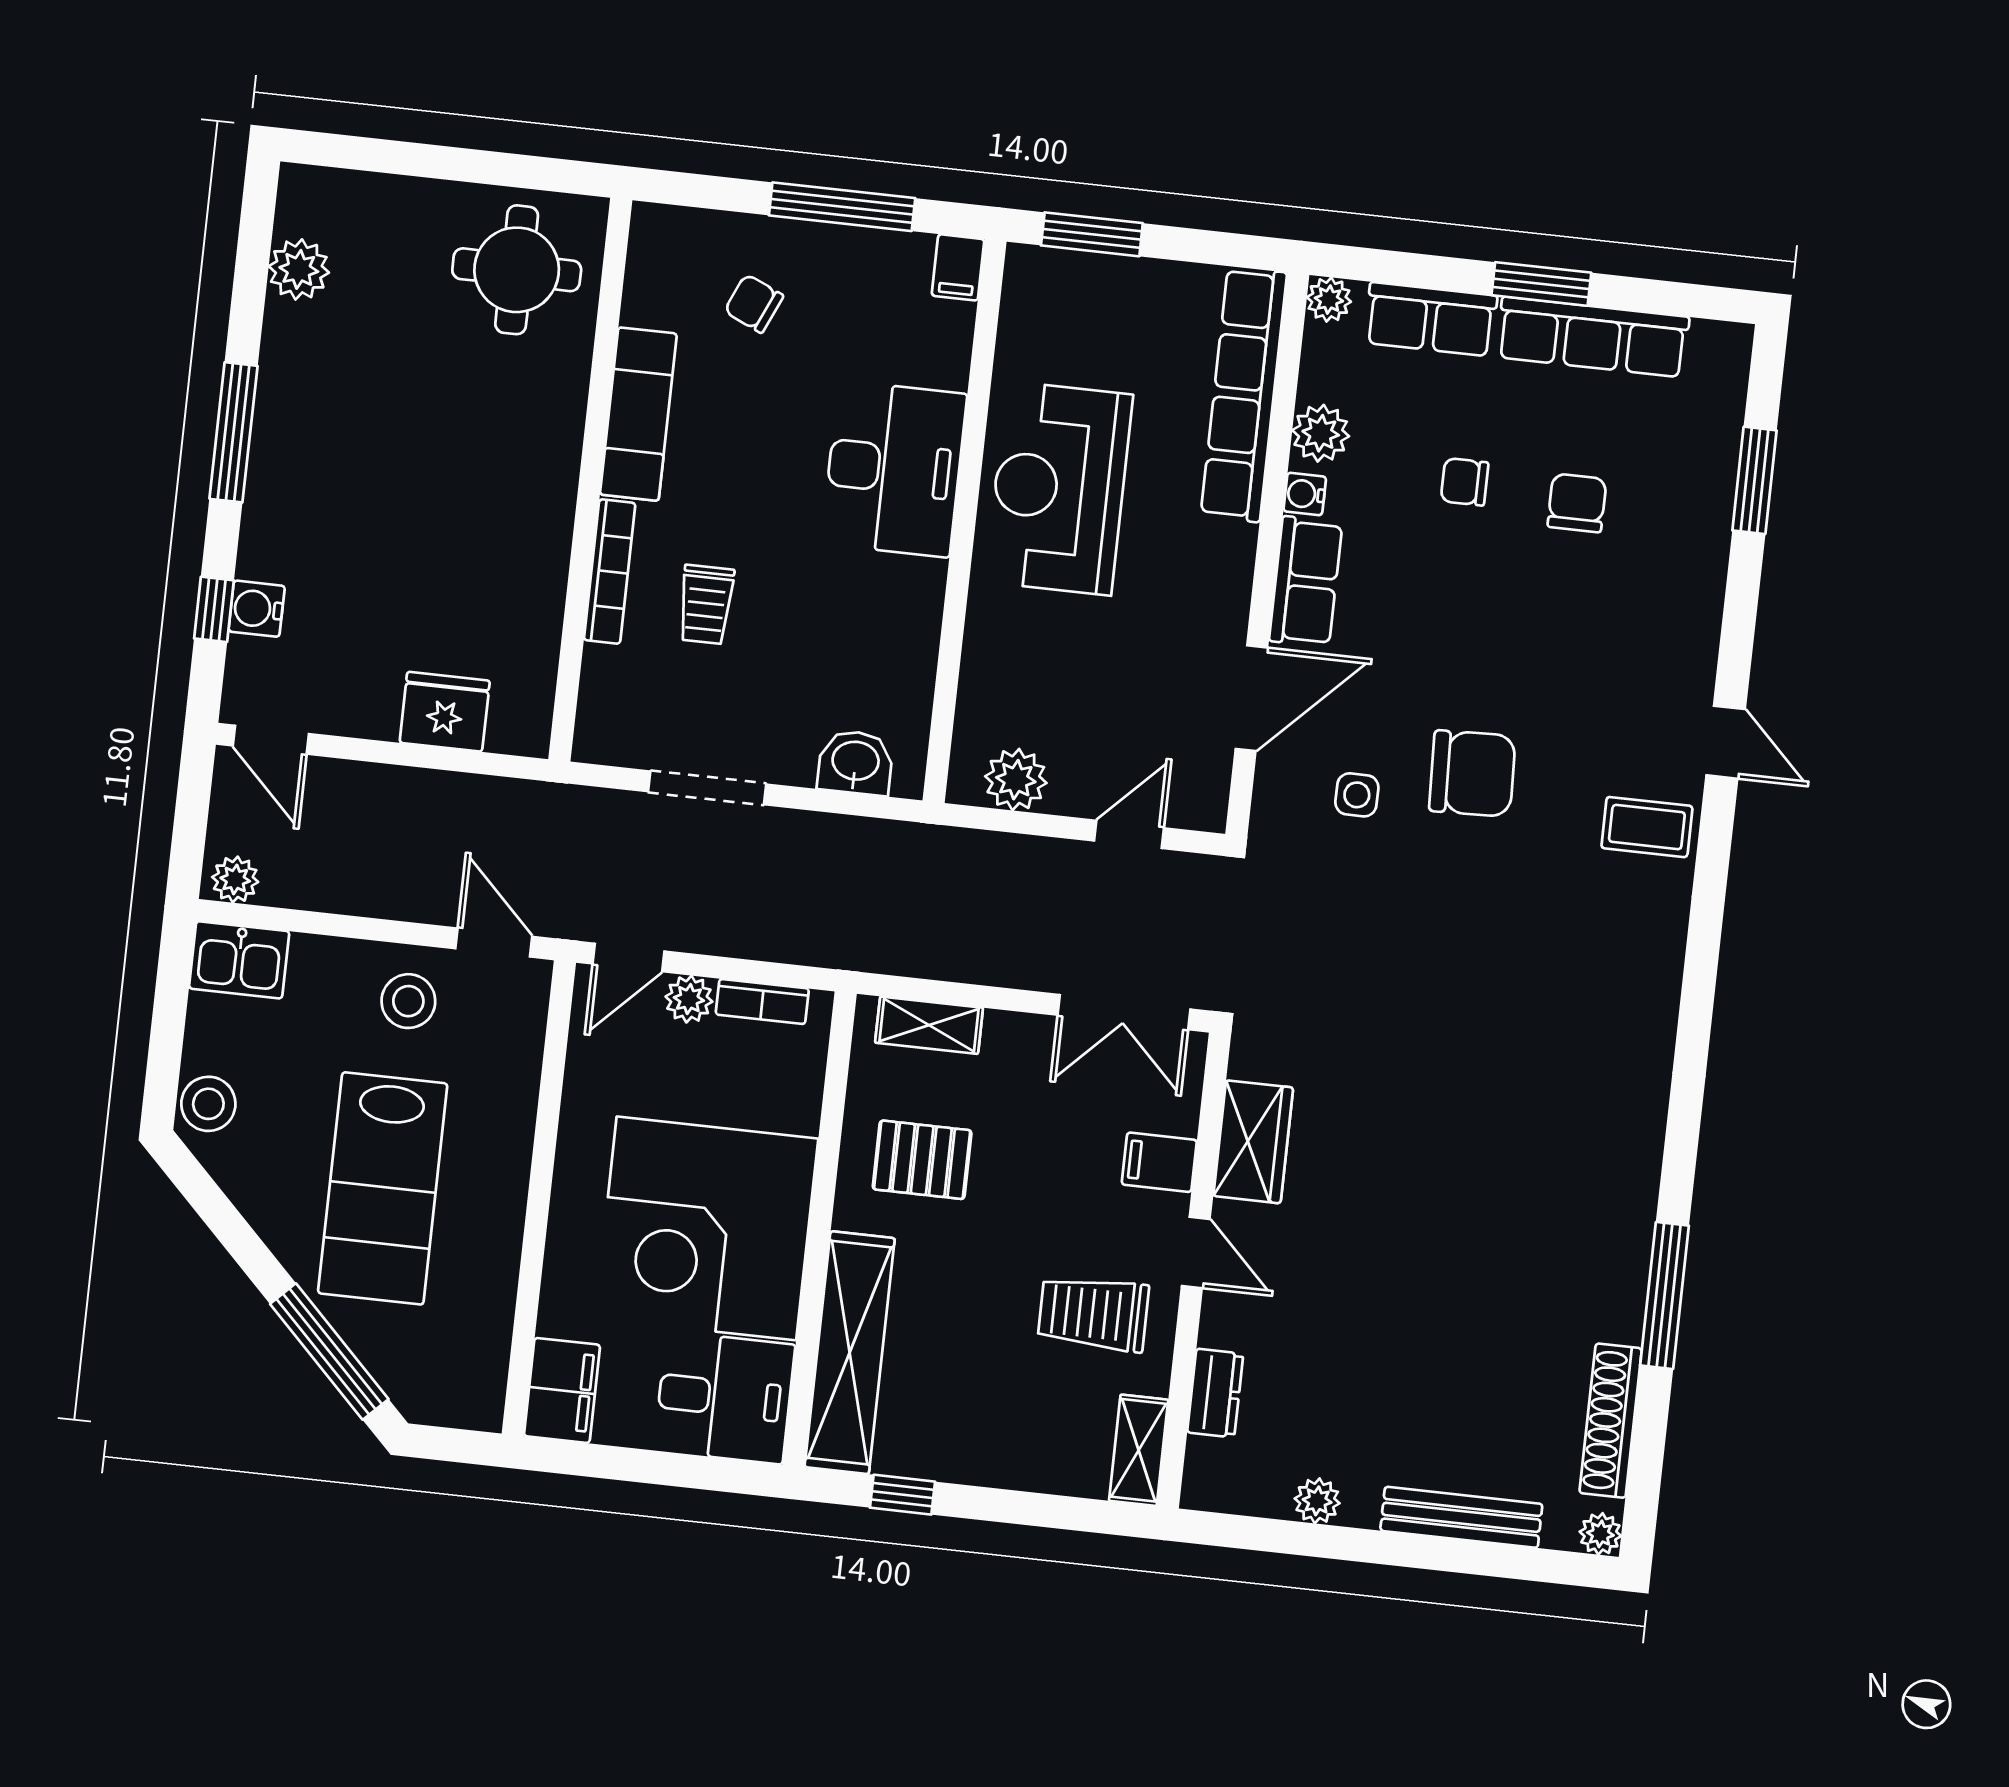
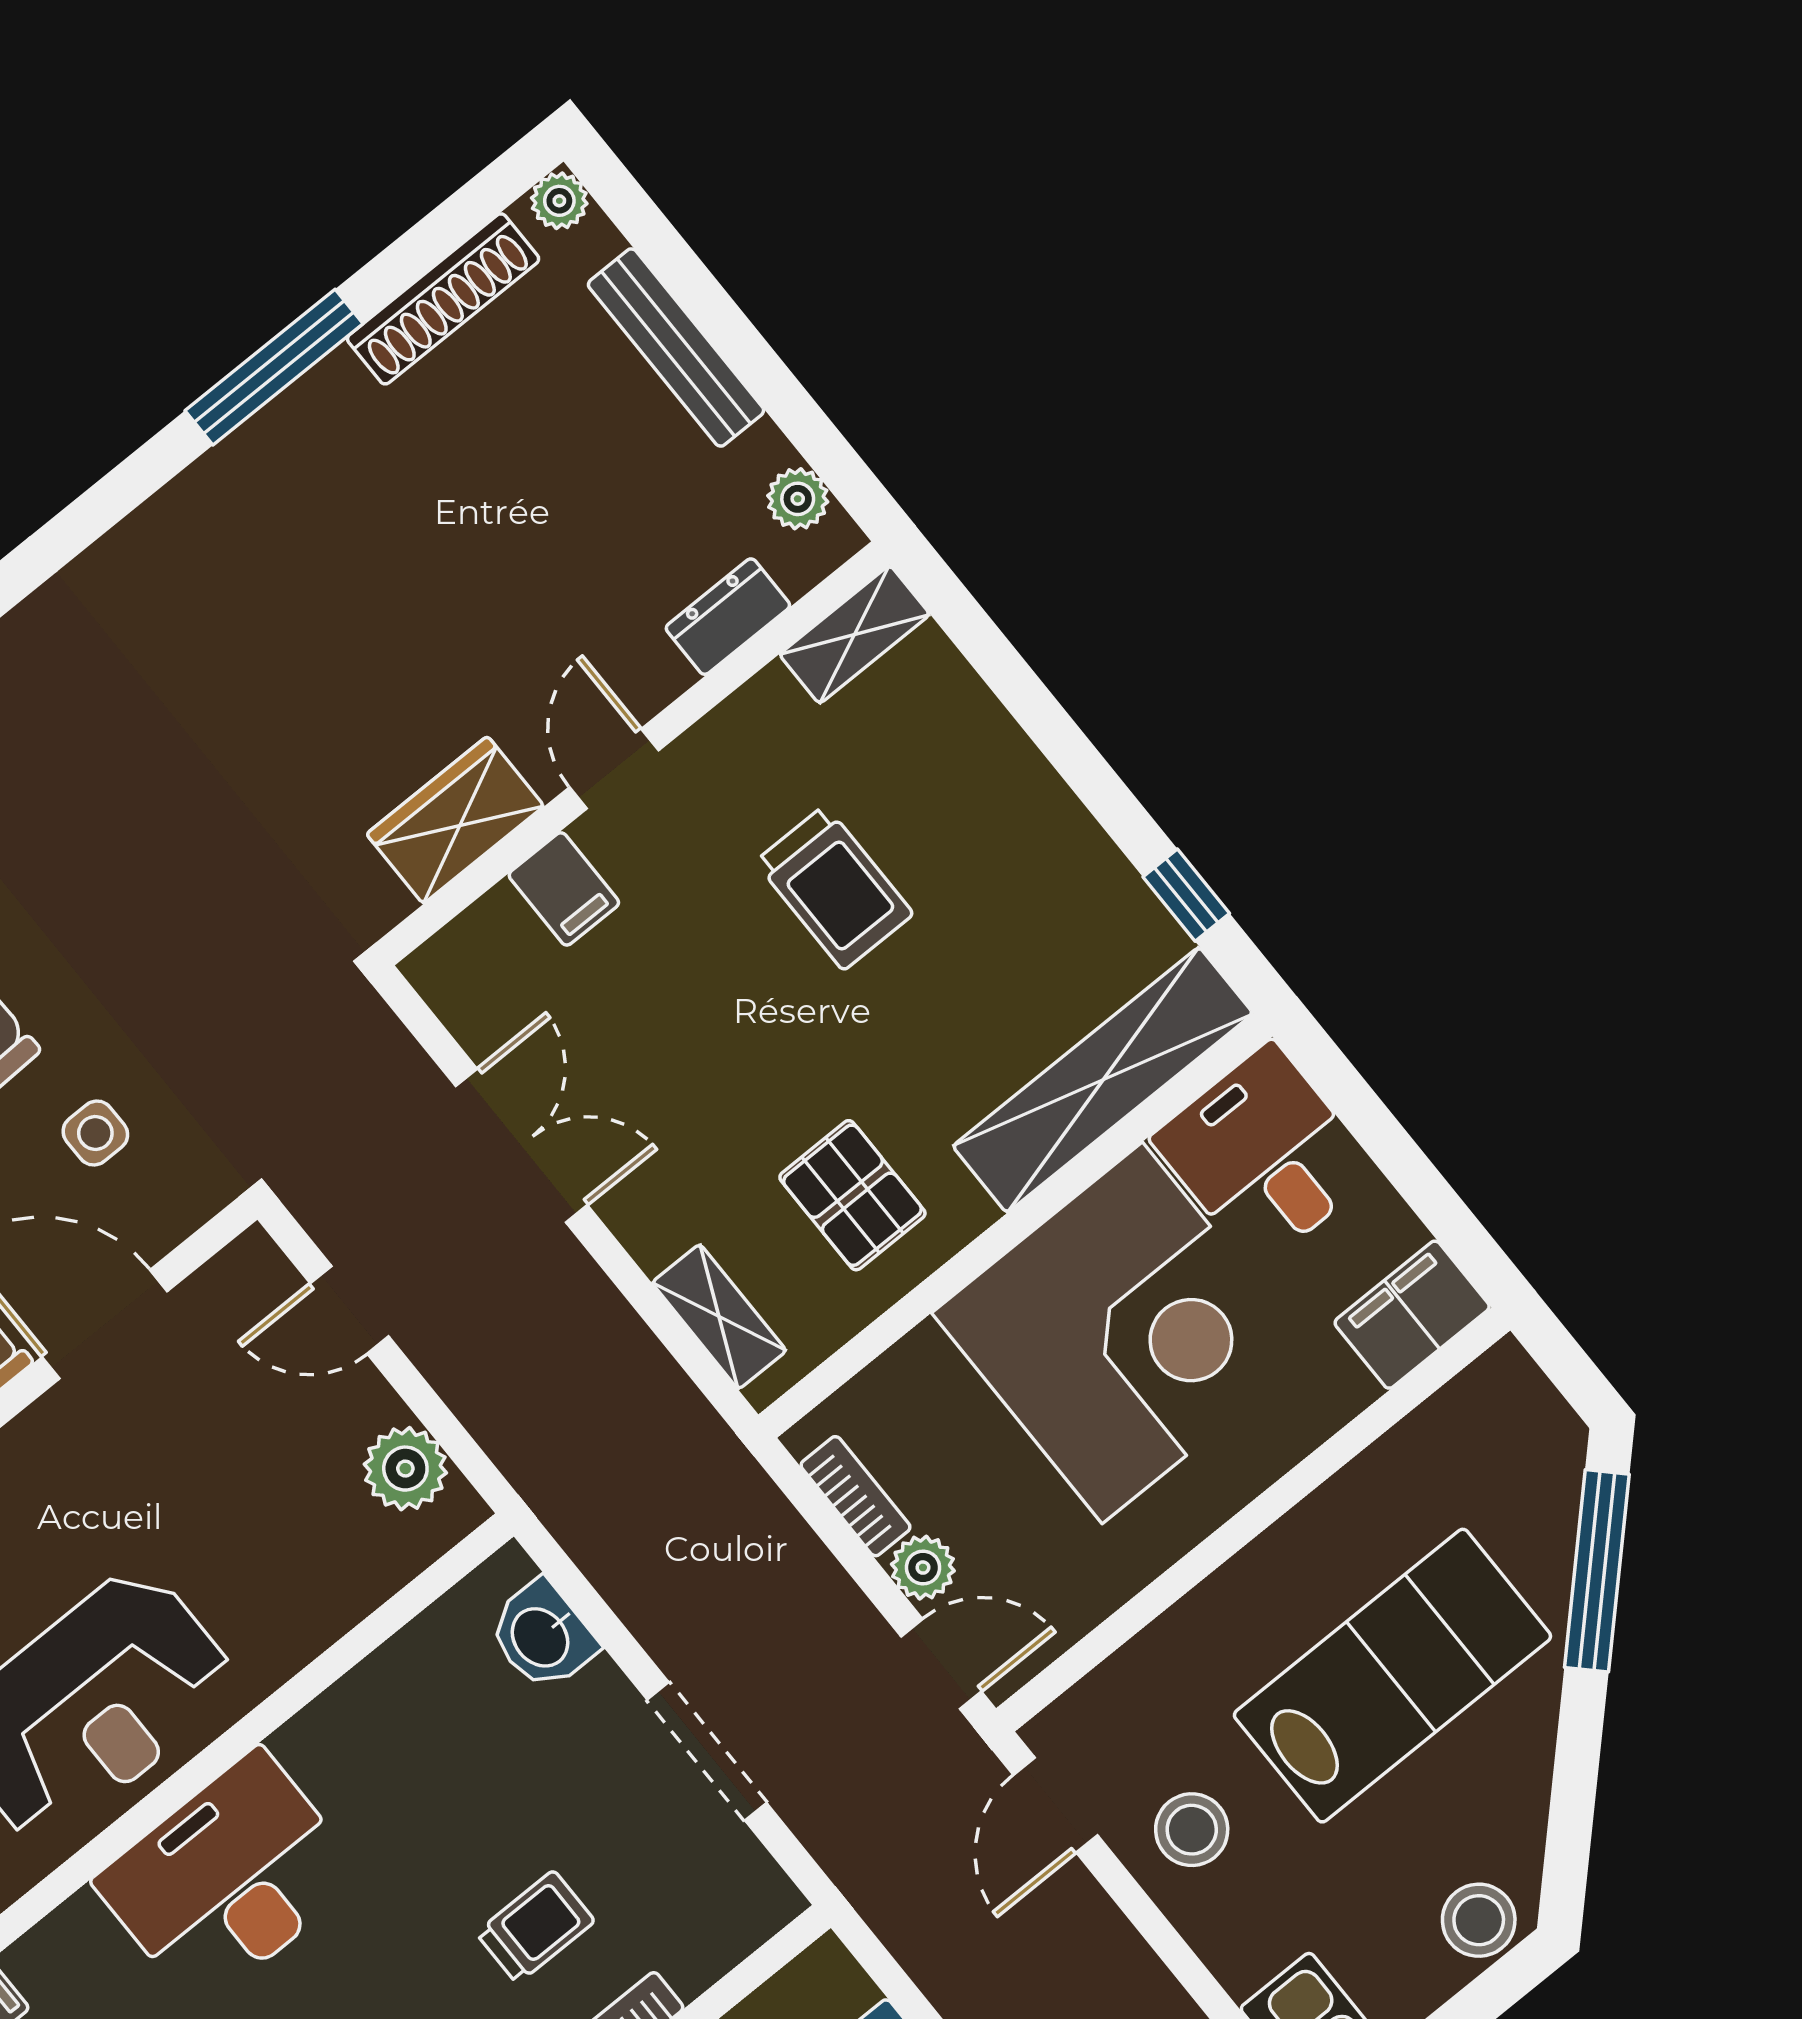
wardrobe: (1253, 1142) -> (455, 820), moved
filing cabinet: (1159, 1162) -> (564, 889), moved
door: (1196, 1252) -> (614, 769), moved
wall: (1194, 1271) -> (633, 753), moved
dresser: (1215, 1393) -> (728, 617), moved
shelving: (1139, 1450) -> (855, 634), moved

